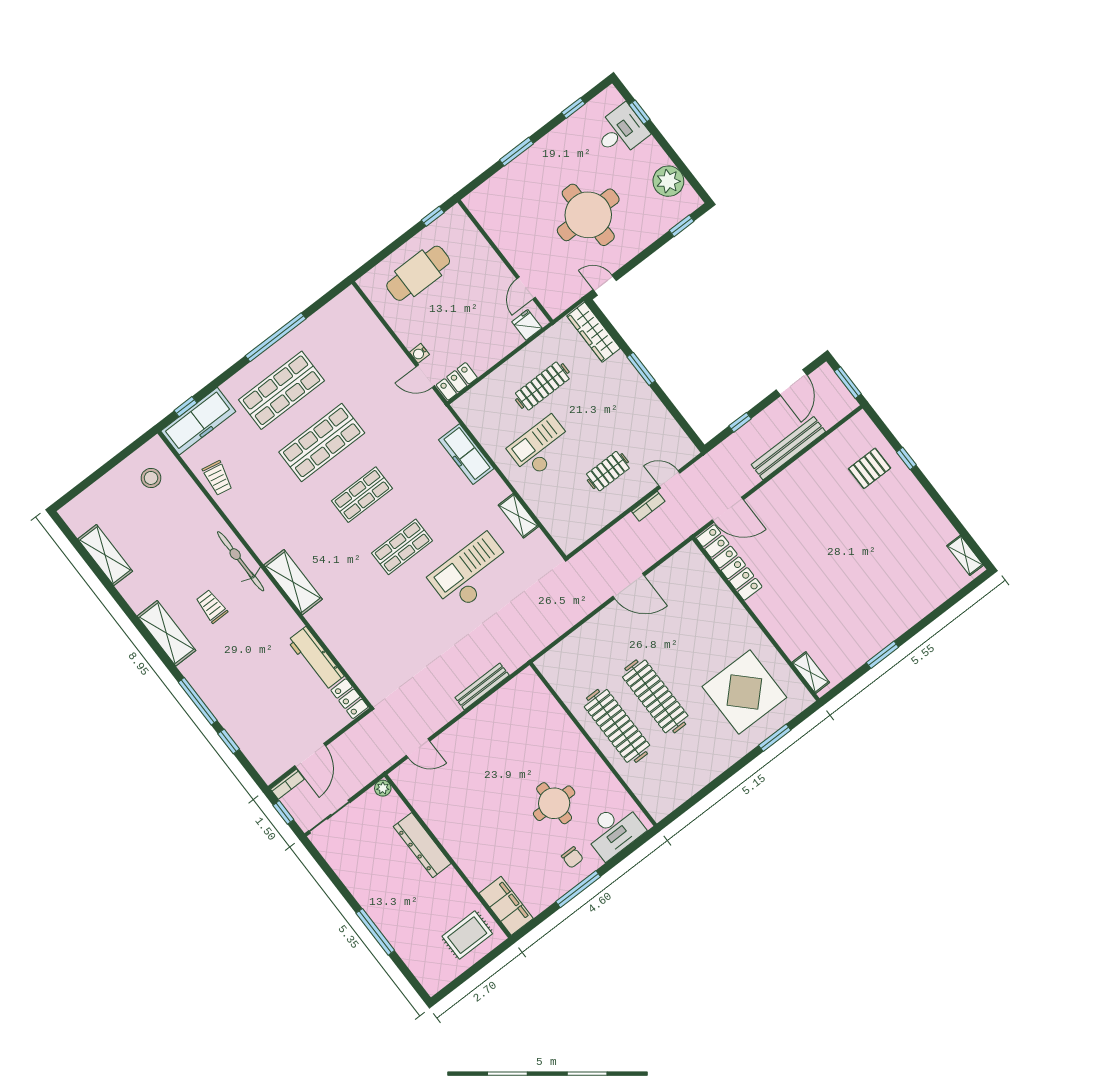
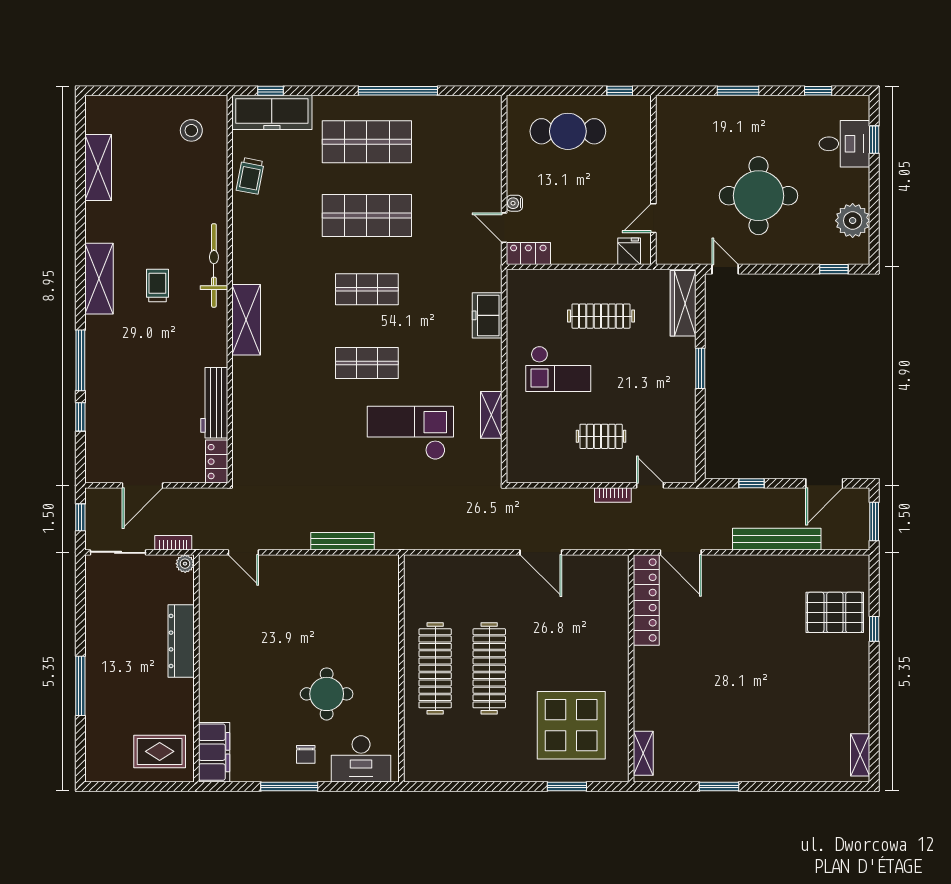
checkout: (541, 447) -> (558, 369), turned 180
freezer: (466, 454) -> (487, 315), width x0.71
pallet: (870, 468) -> (835, 612), width x1.50, depth x1.42
bookcase: (287, 784) -> (173, 543), moved, turned 180

